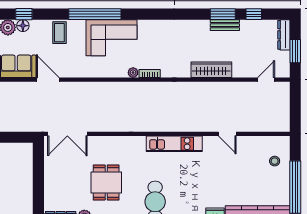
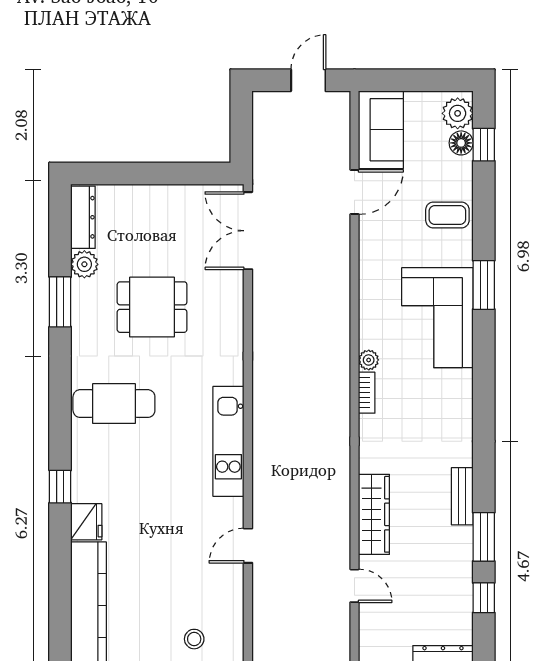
window: (95, 14) -> (484, 285), width x0.47
bench: (225, 25) -> (462, 496), moved
door: (266, 80) -> (354, 586), moved

